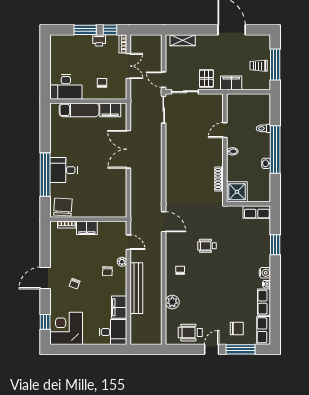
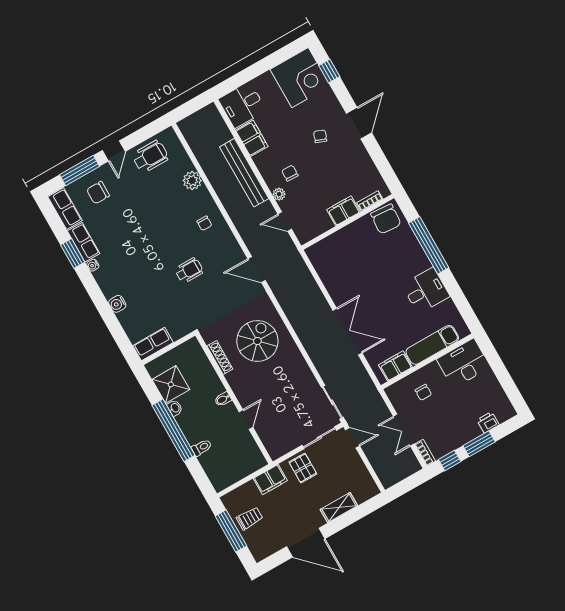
printer: (99, 40) -> (488, 422), moved
shelving: (183, 40) -> (339, 507), moved
desk: (63, 170) -> (426, 291), moved
spiral stairs: (189, 176) -> (257, 341), added
shower: (237, 192) -> (171, 384), moved
window: (275, 245) -> (73, 253), moved
water cooler: (265, 273) -> (117, 304), moved

